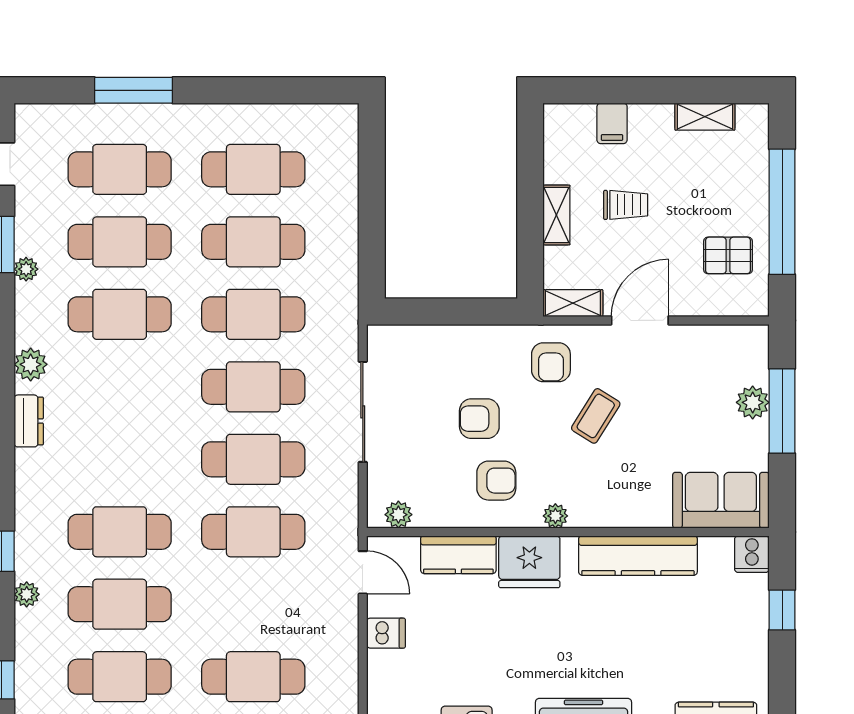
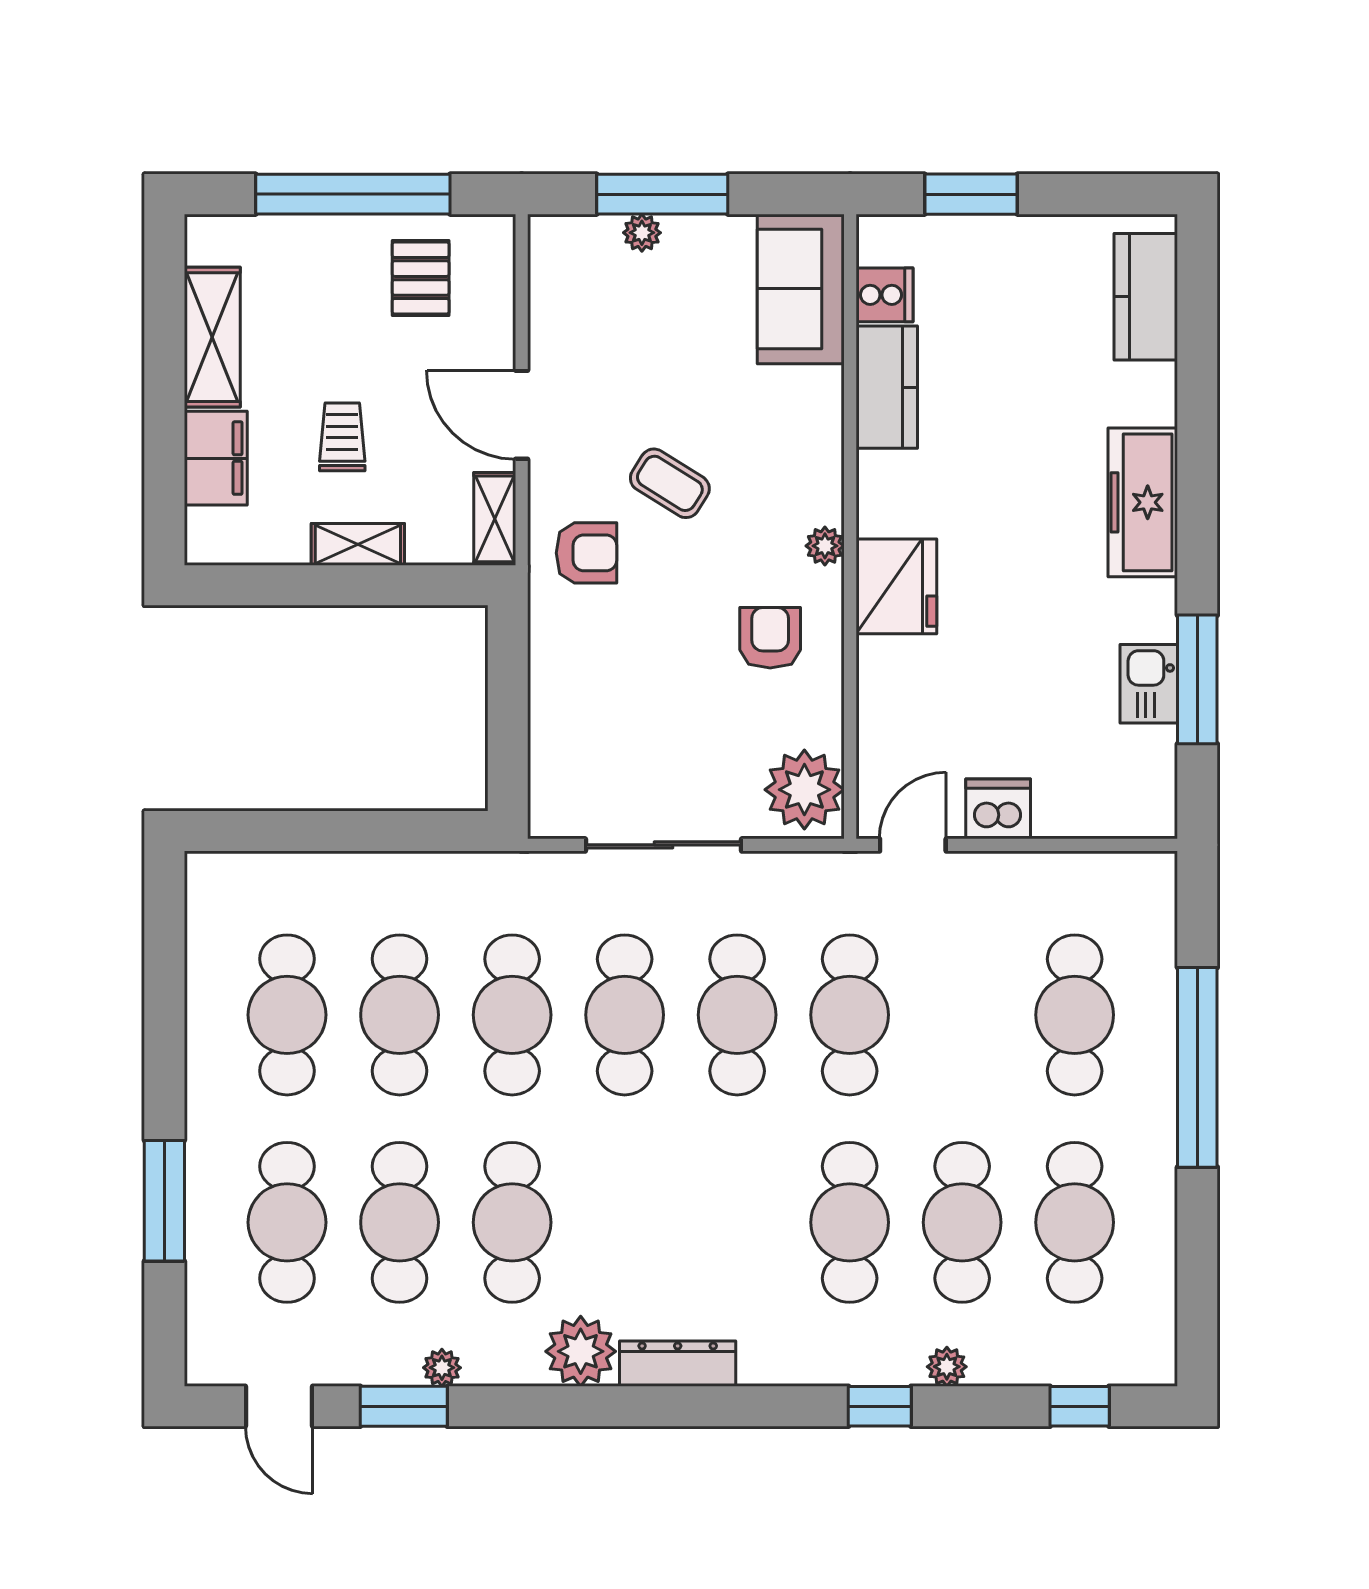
shelving: (705, 117) -> (212, 337), width x1.50, depth x1.33
filing cabinet: (612, 123) -> (216, 458), width x2.00
plant: (31, 364) -> (581, 1351), width x1.36, depth x1.36
plant: (753, 402) -> (642, 233), width x0.73, depth x0.73
armchair: (479, 419) -> (674, 664), removed
dresser: (29, 421) -> (678, 1364), width x1.44
plant: (398, 515) -> (804, 790), width x1.88, depth x1.88
cooker: (752, 554) -> (884, 295), moved
kitchen counter: (458, 555) -> (885, 697), removed
kitchen counter: (638, 556) -> (887, 387), width x0.67
window: (782, 610) -> (971, 194), width x1.50
dishwasher: (386, 633) -> (998, 809), width x1.38

